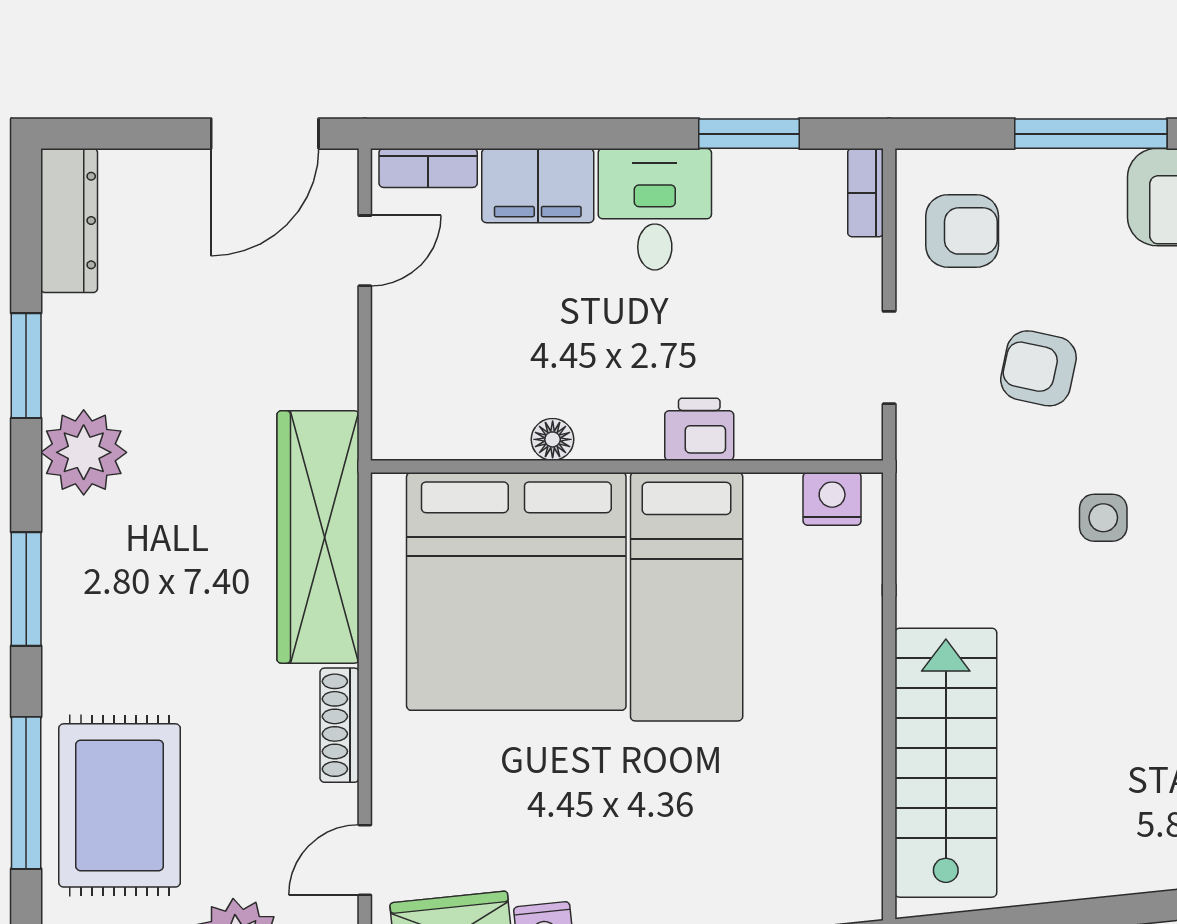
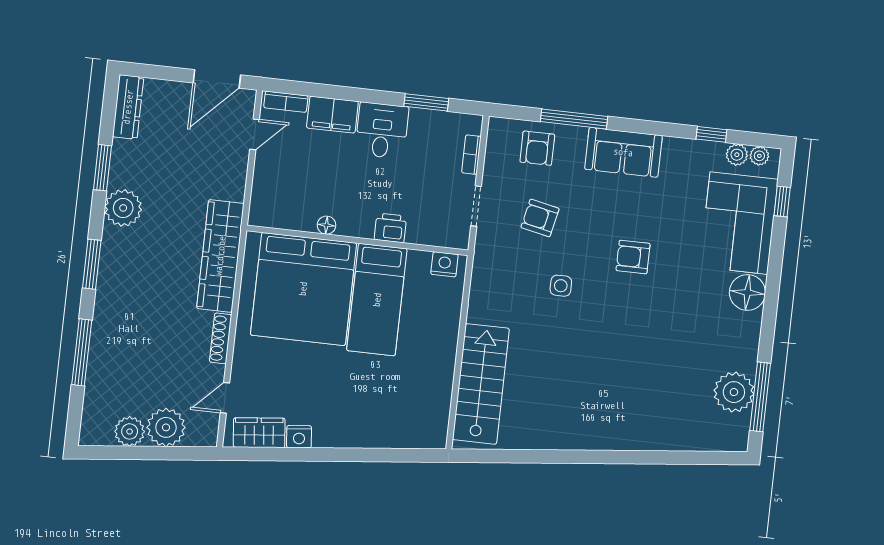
bookcase: (865, 193) -> (471, 155), moved
armchair: (962, 231) -> (537, 148), moved, turned 90
rug: (120, 805) -> (122, 362), removed

